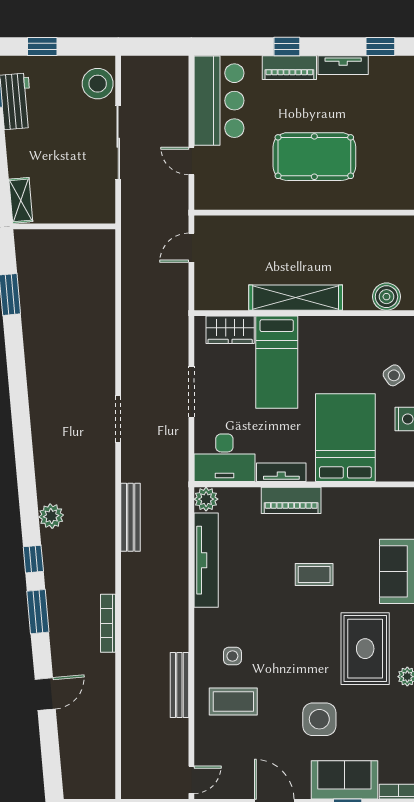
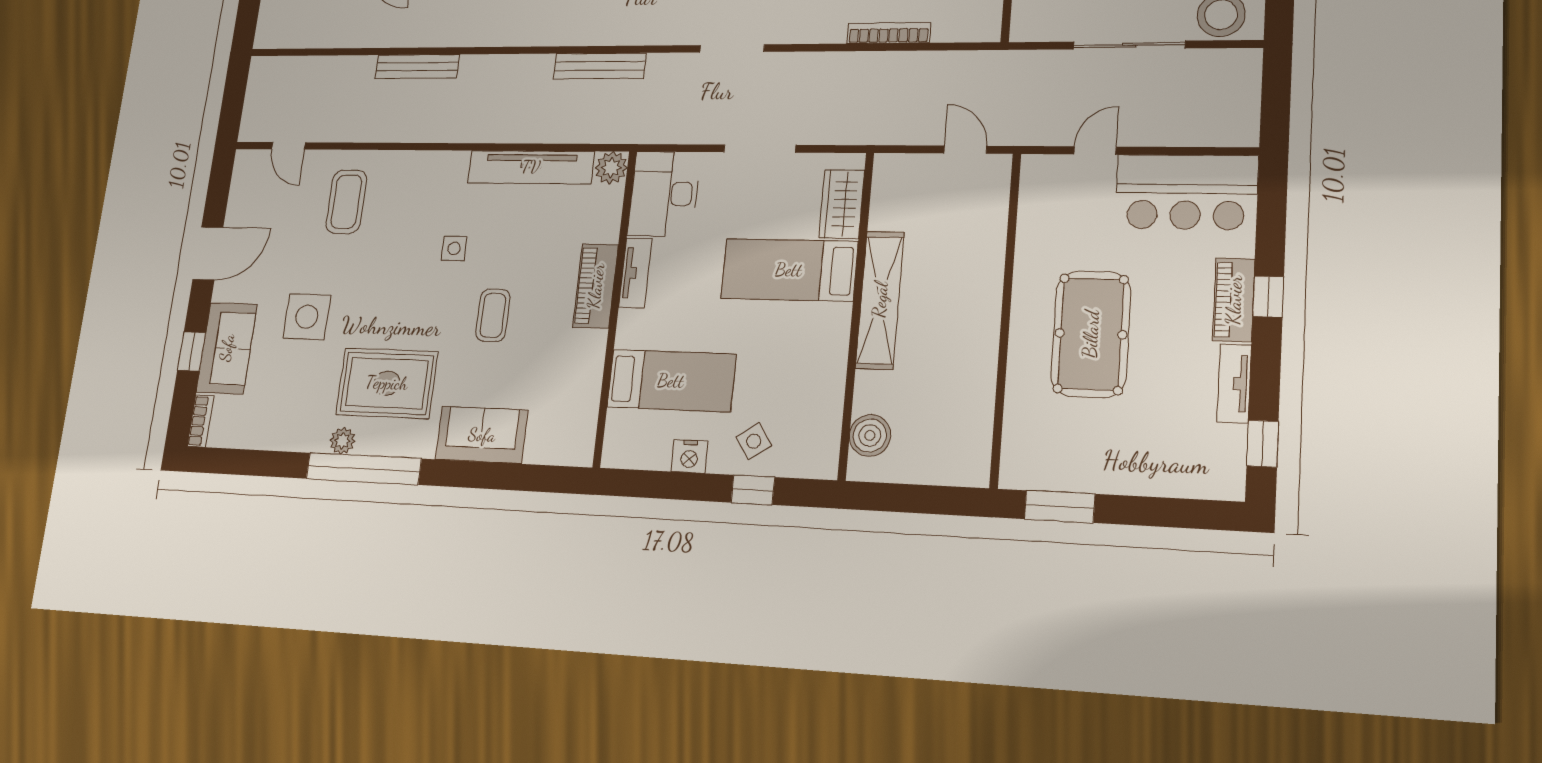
bed: (345, 438) -> (671, 381), width x0.67
bookcase: (108, 623) -> (889, 33), moved
side table: (232, 656) -> (454, 248), moved
bench: (179, 685) -> (417, 67), moved
door: (191, 780) -> (289, 146), moved

